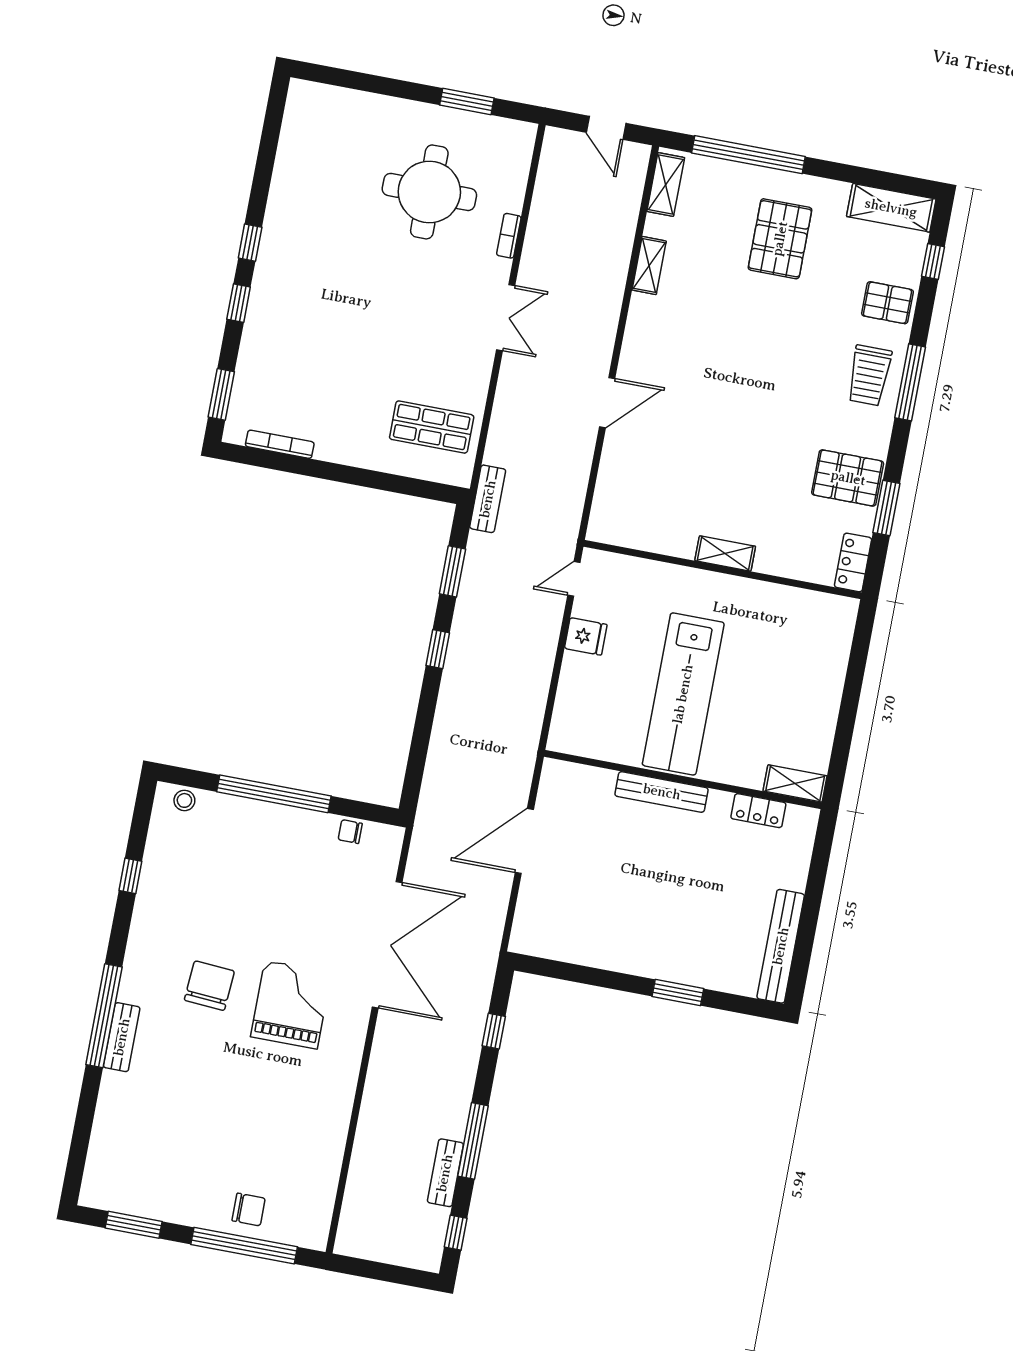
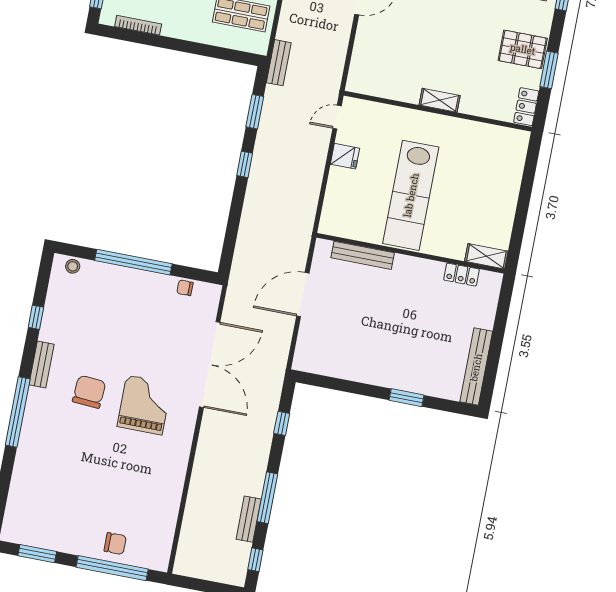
bench: (662, 792) -> (363, 255), moved
bench: (122, 1037) -> (42, 365), moved

